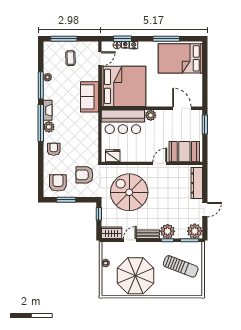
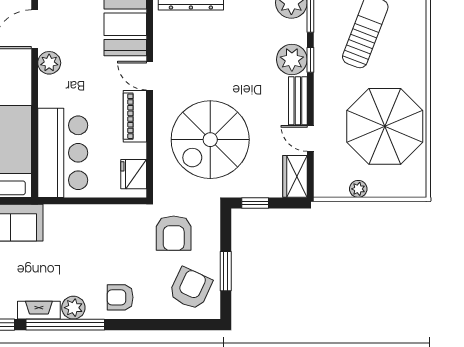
plant: (151, 115) -> (49, 63), moved
piano: (140, 156) -> (135, 116), added
armchair: (58, 183) -> (191, 288), turned 115

